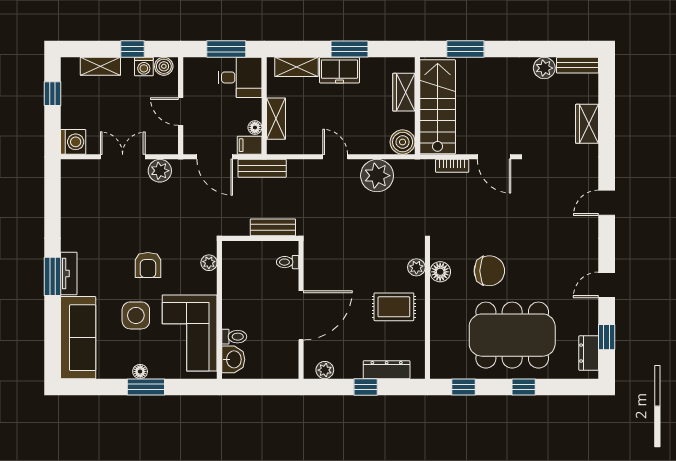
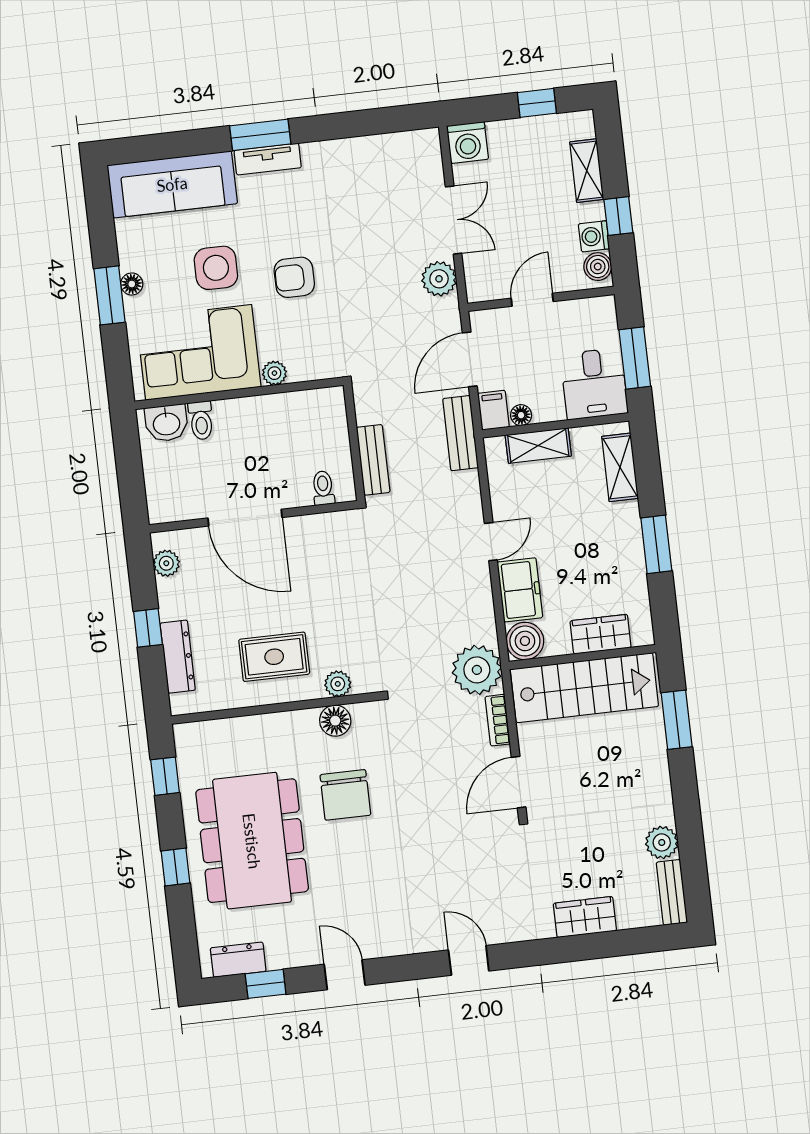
freezer: (339, 70) -> (520, 590), moved, turned 180
plant: (377, 176) -> (477, 670), moved
plant: (209, 263) -> (274, 373), moved
rug: (394, 307) -> (274, 657), turned 90

